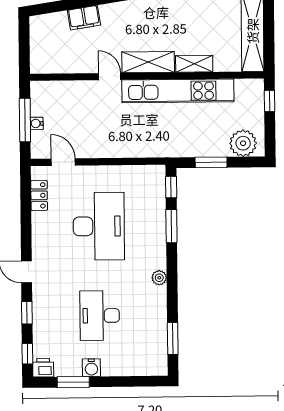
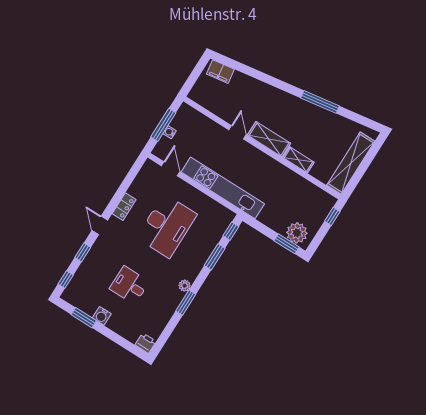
filing cabinet: (84, 18) -> (220, 72), moved
kitchen unit: (178, 91) -> (223, 188), moved, turned 180
window: (211, 162) -> (287, 244), moved
locker: (39, 195) -> (124, 207), moved
desk: (100, 316) -> (129, 285), width x0.73
window: (173, 339) -> (186, 303), moved
printer: (43, 368) -> (146, 343), moved

